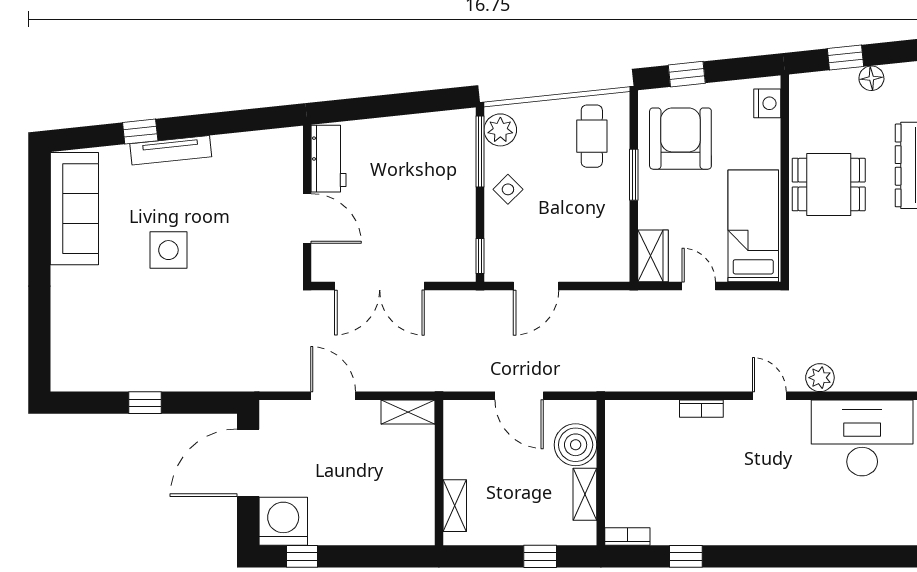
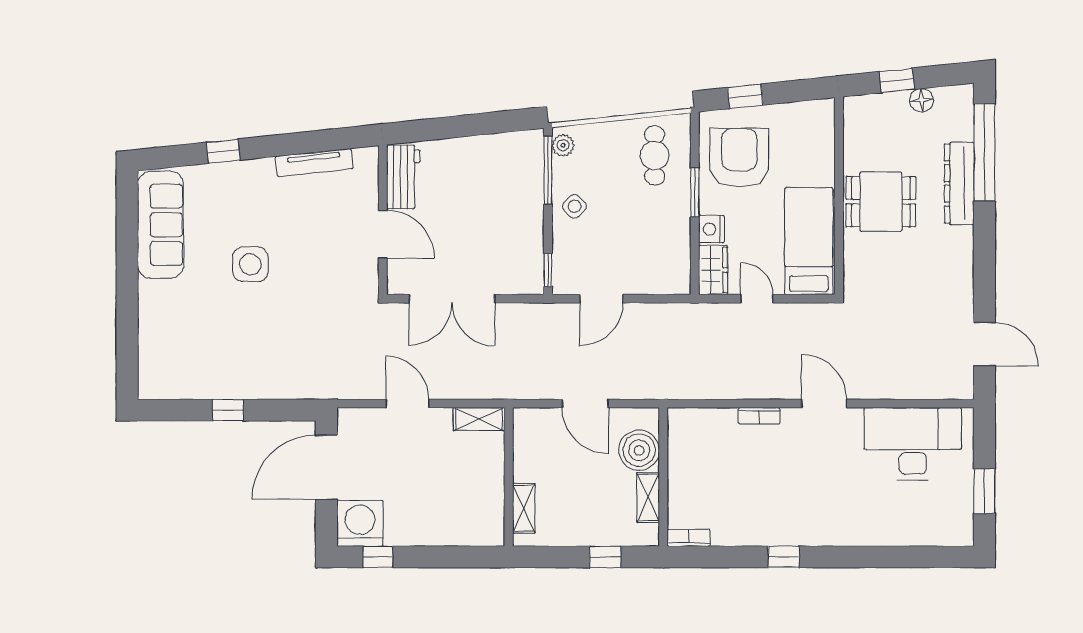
nightstand: (767, 103) -> (711, 229), moved, turned 180
plant: (500, 130) -> (563, 145), width x0.73, depth x0.73
tv unit: (171, 150) -> (314, 163), moved
plant: (820, 378) -> (872, 386), removed
door: (769, 396) -> (824, 404), width x1.38
window: (686, 556) -> (784, 557), moved

